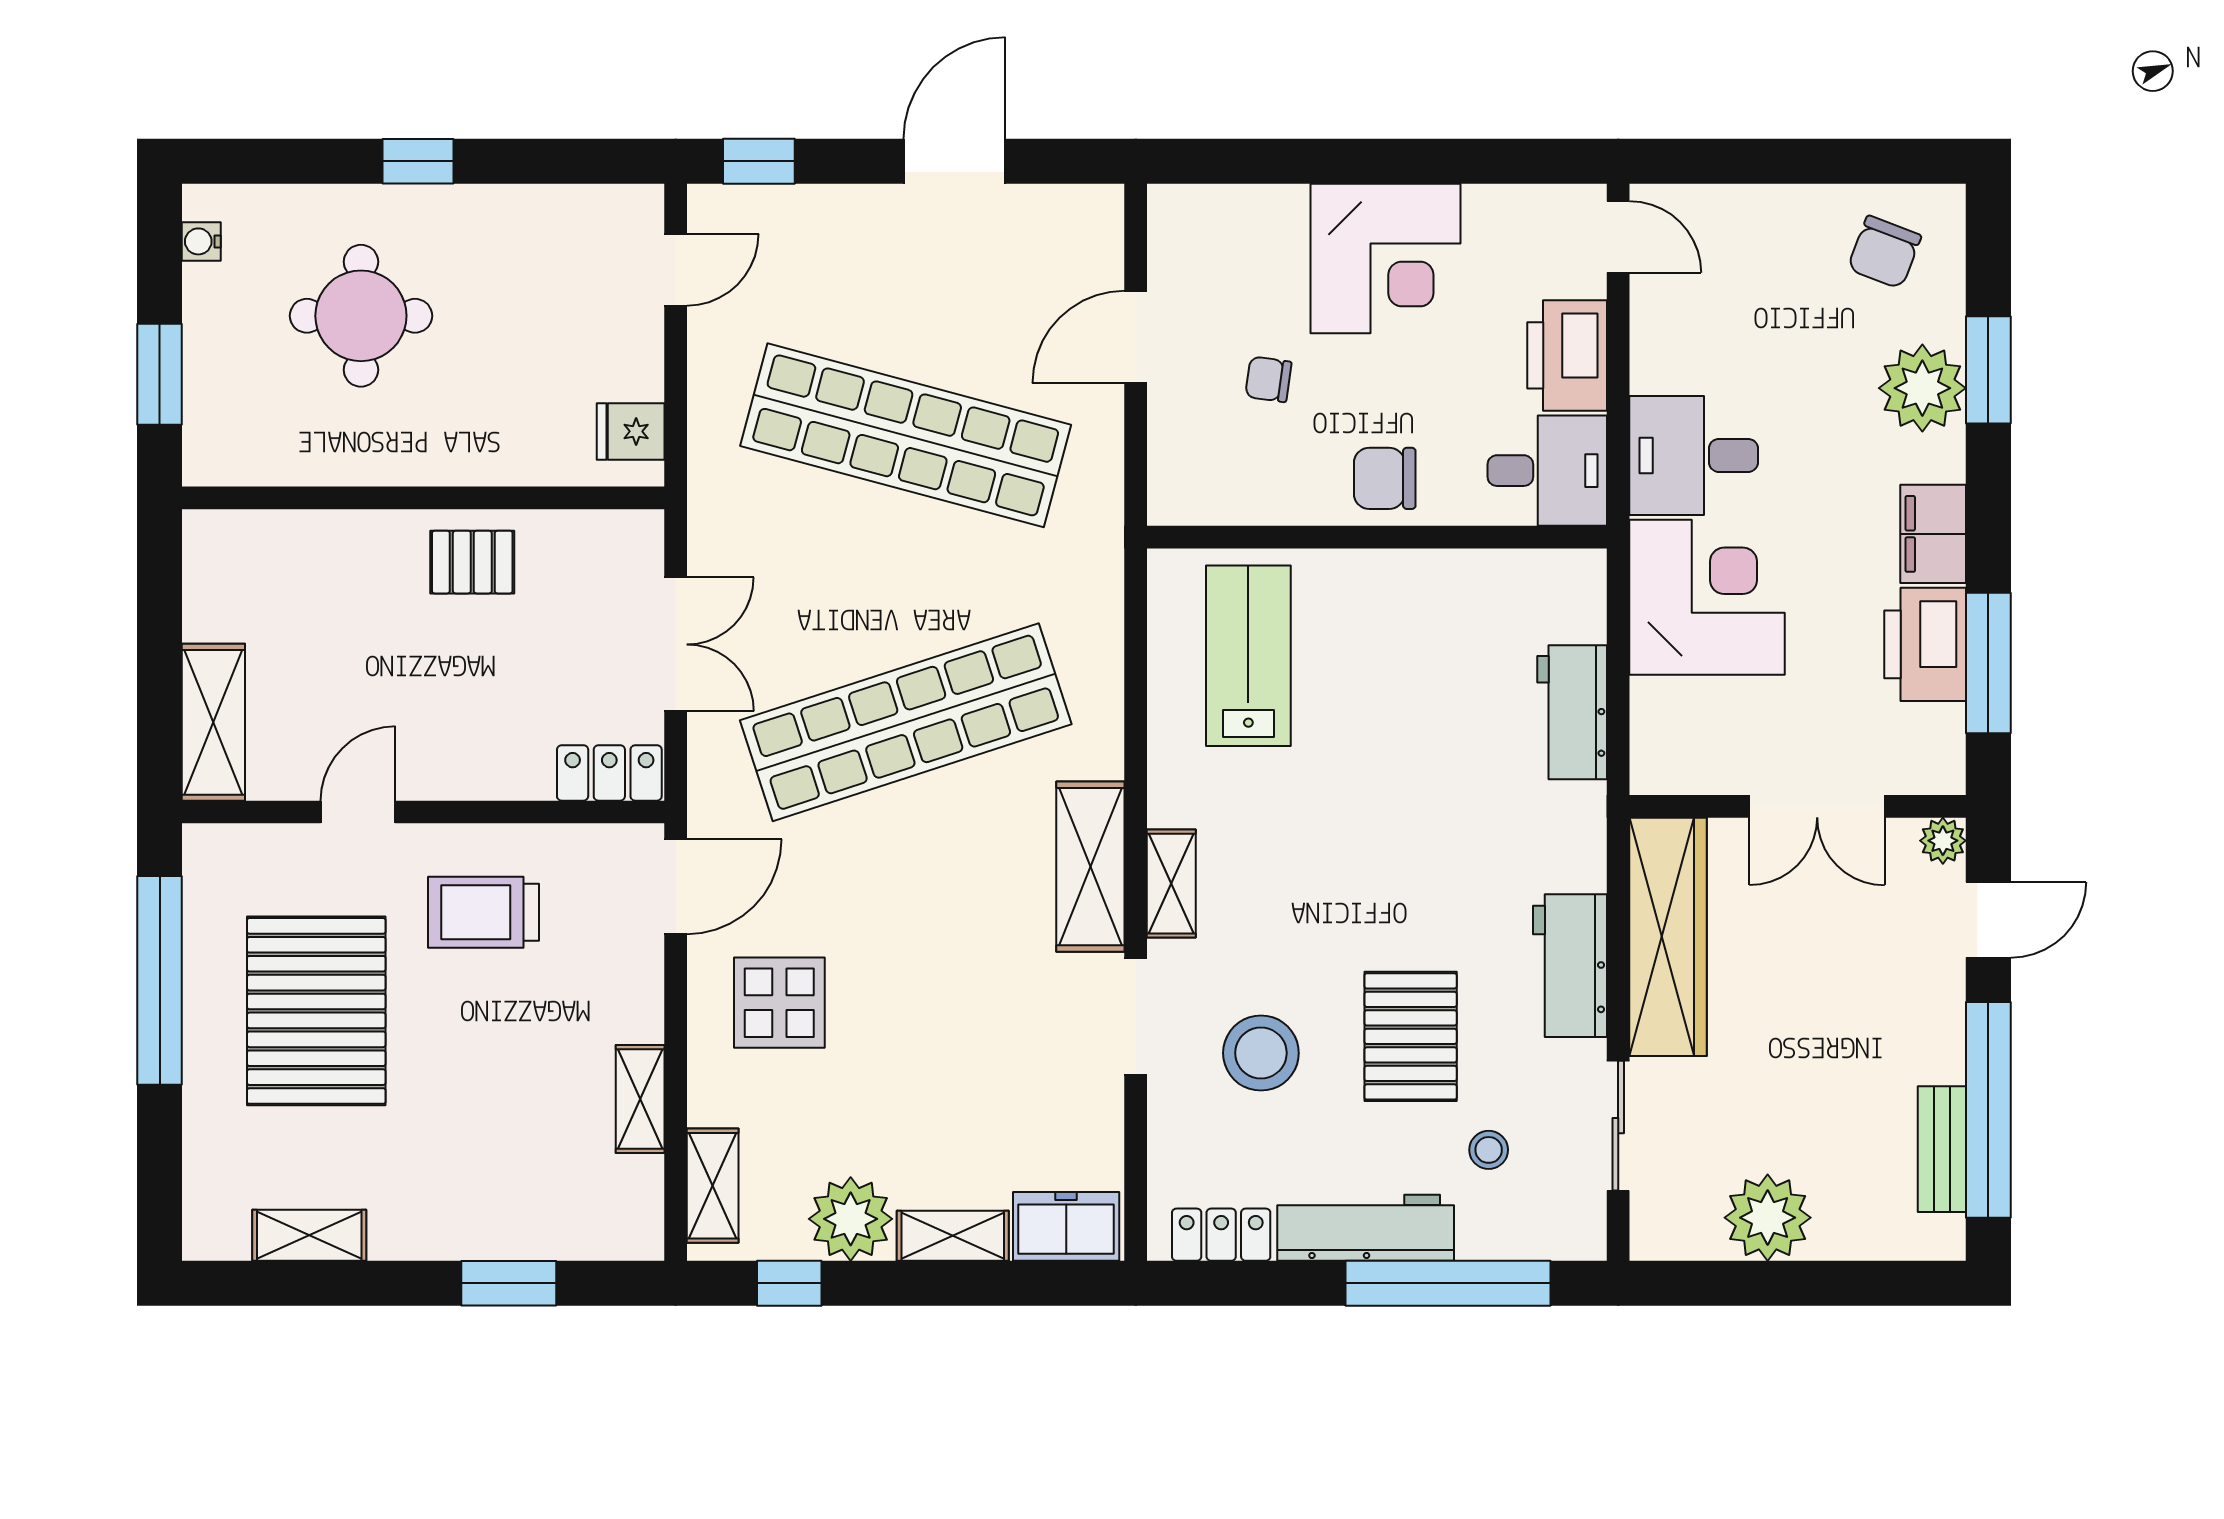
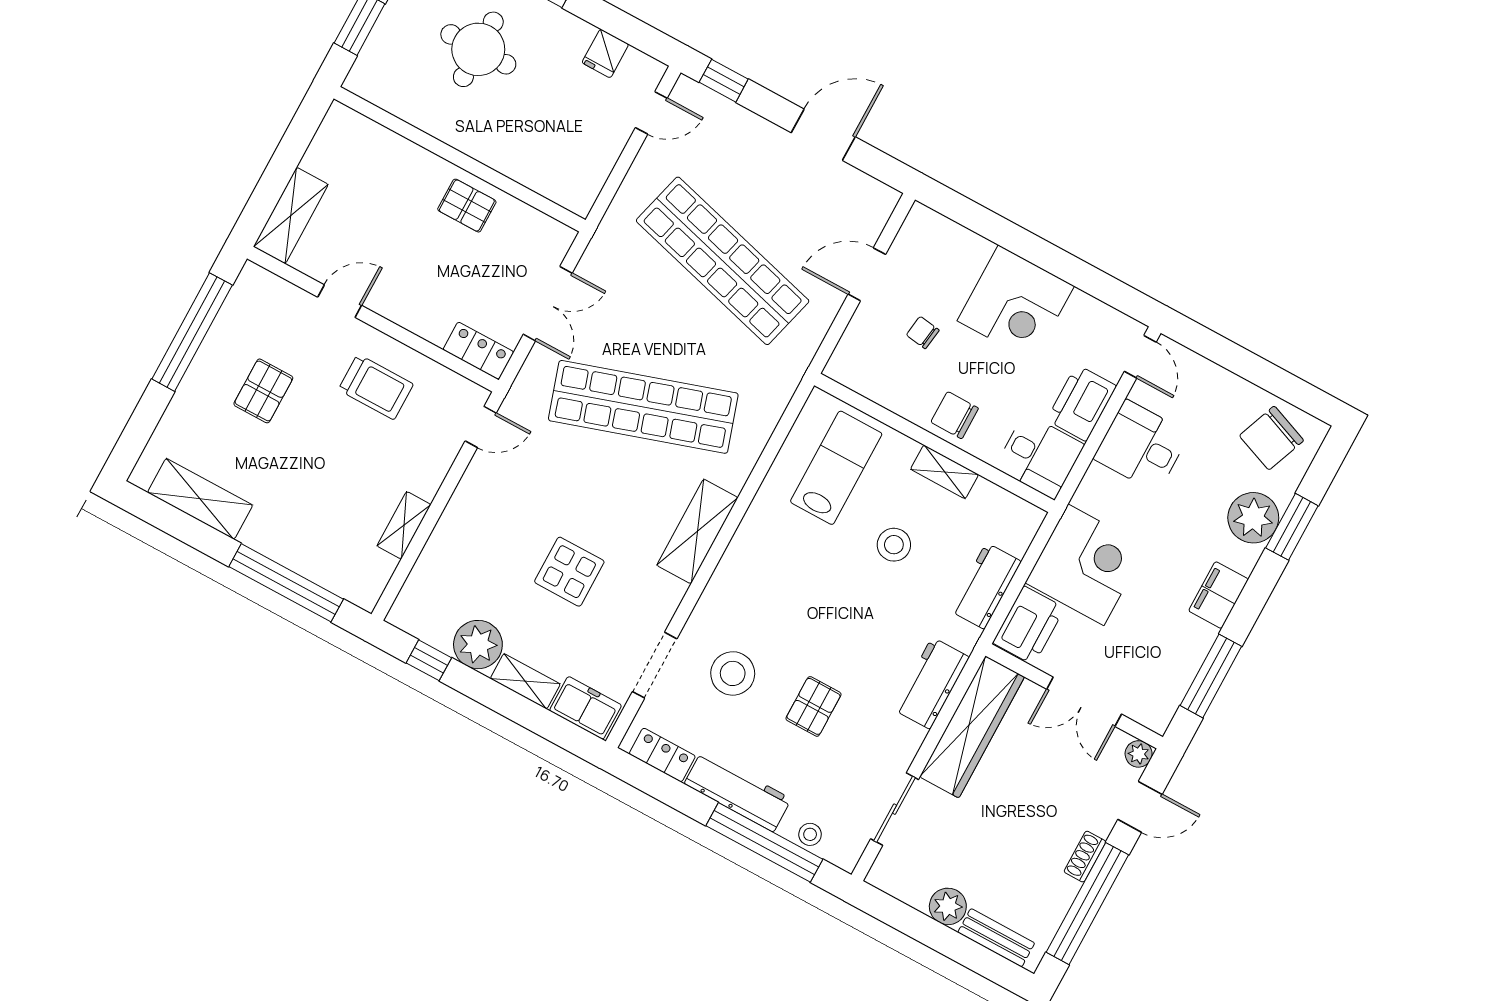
chair: (1884, 252) -> (1272, 438), width x1.37, depth x1.37
fridge: (631, 431) -> (605, 53), moved, turned -90
desk: (1694, 455) -> (1141, 446), moved
printer: (1925, 644) -> (1029, 625), moved, turned 180
stool: (1399, 725) -> (894, 545), added
shelving: (1171, 884) -> (945, 472), moved, turned 90
door: (676, 887) -> (481, 427), width x0.73
trolley: (483, 912) -> (376, 387), turned 180
workbench: (1570, 966) -> (931, 683), moved
display table: (779, 1003) -> (569, 572), moved
pallet: (316, 1011) -> (263, 391), width x0.49, depth x0.50
doorway: (1136, 1017) -> (655, 665), moved
pallet: (1411, 1036) -> (814, 706), width x0.67, depth x0.71
shoe rack: (1946, 1041) -> (1085, 857), added
bench: (1942, 1149) -> (996, 938), moved, turned 90
stool: (1489, 1150) -> (810, 834), moved
shelving: (713, 1186) -> (417, 589), removed
plant: (1768, 1218) -> (948, 906), width x0.73, depth x0.73
shelving: (309, 1235) -> (200, 499), width x1.50, depth x1.33
window: (509, 1283) -> (286, 583), width x2.11

